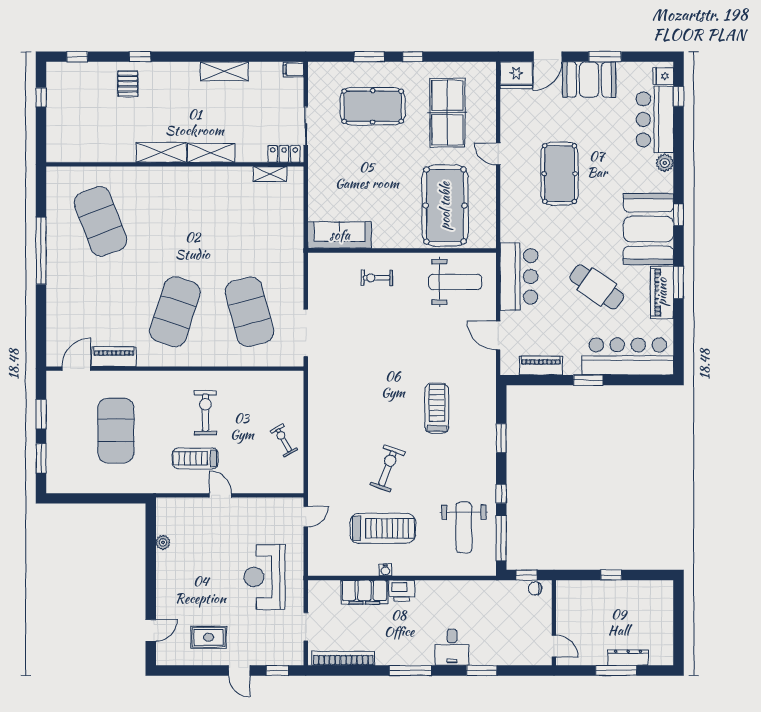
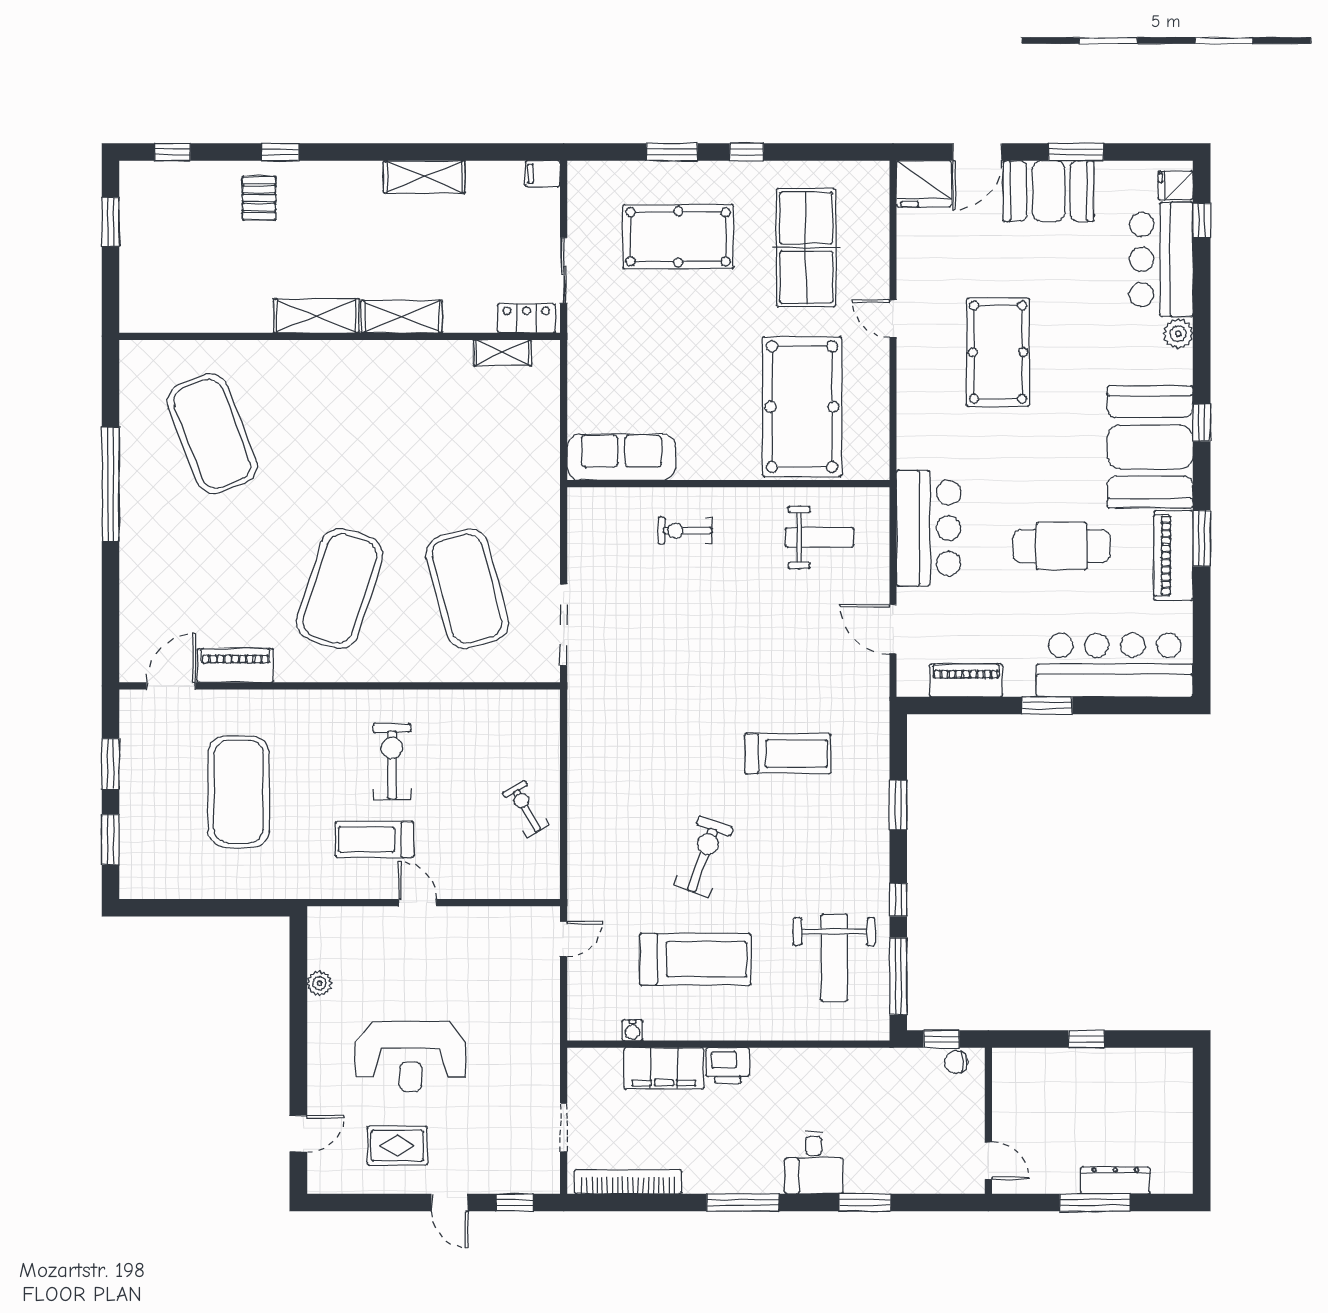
window: (41, 97) -> (111, 222), width x1.50
weight bench: (455, 282) -> (820, 537), width x0.73, depth x0.75
cafe table: (597, 287) -> (1062, 546), turned -35
treadmill: (437, 408) -> (788, 754), turned 90
water cooler: (385, 570) -> (632, 1030), moved
reception desk: (265, 577) -> (411, 1056), moved, turned -90

